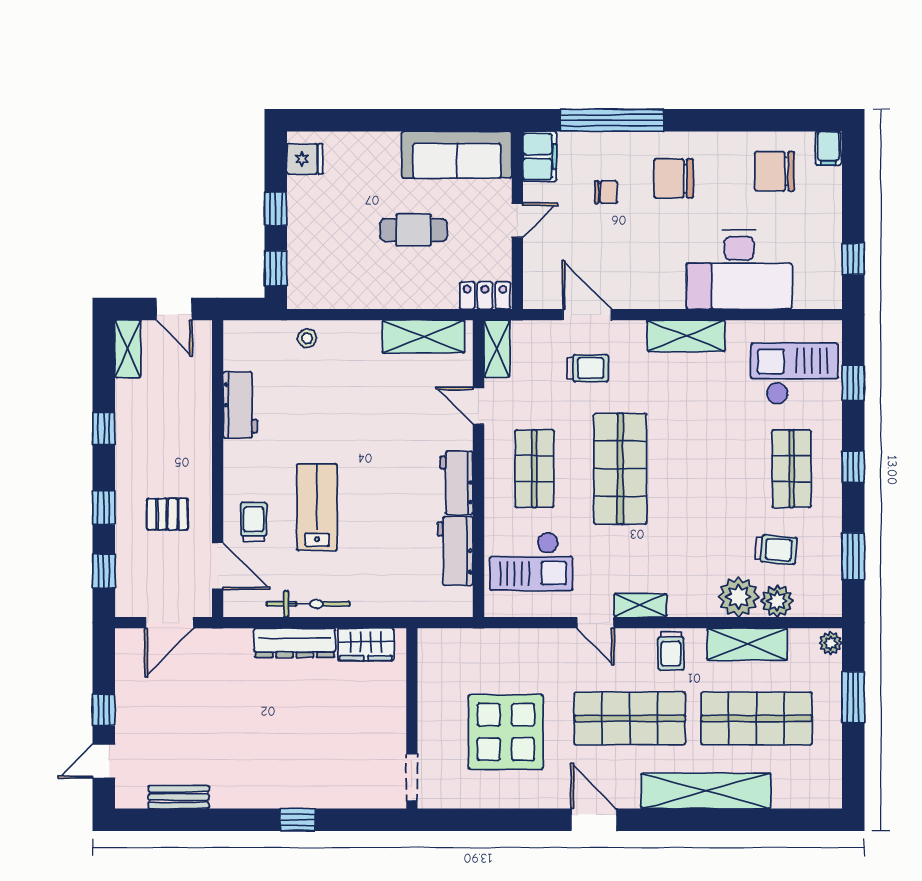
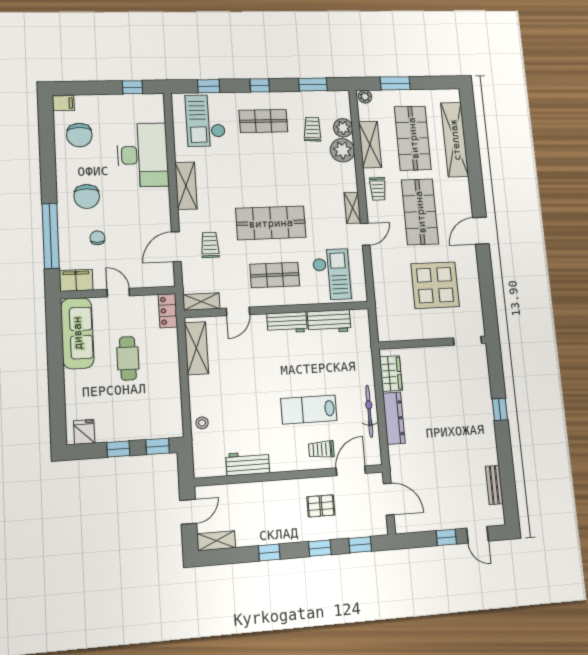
pallet: (167, 514) -> (321, 506), turned 90
trolley: (671, 651) -> (378, 189), turned 90
shelving: (706, 791) -> (455, 140), moved

